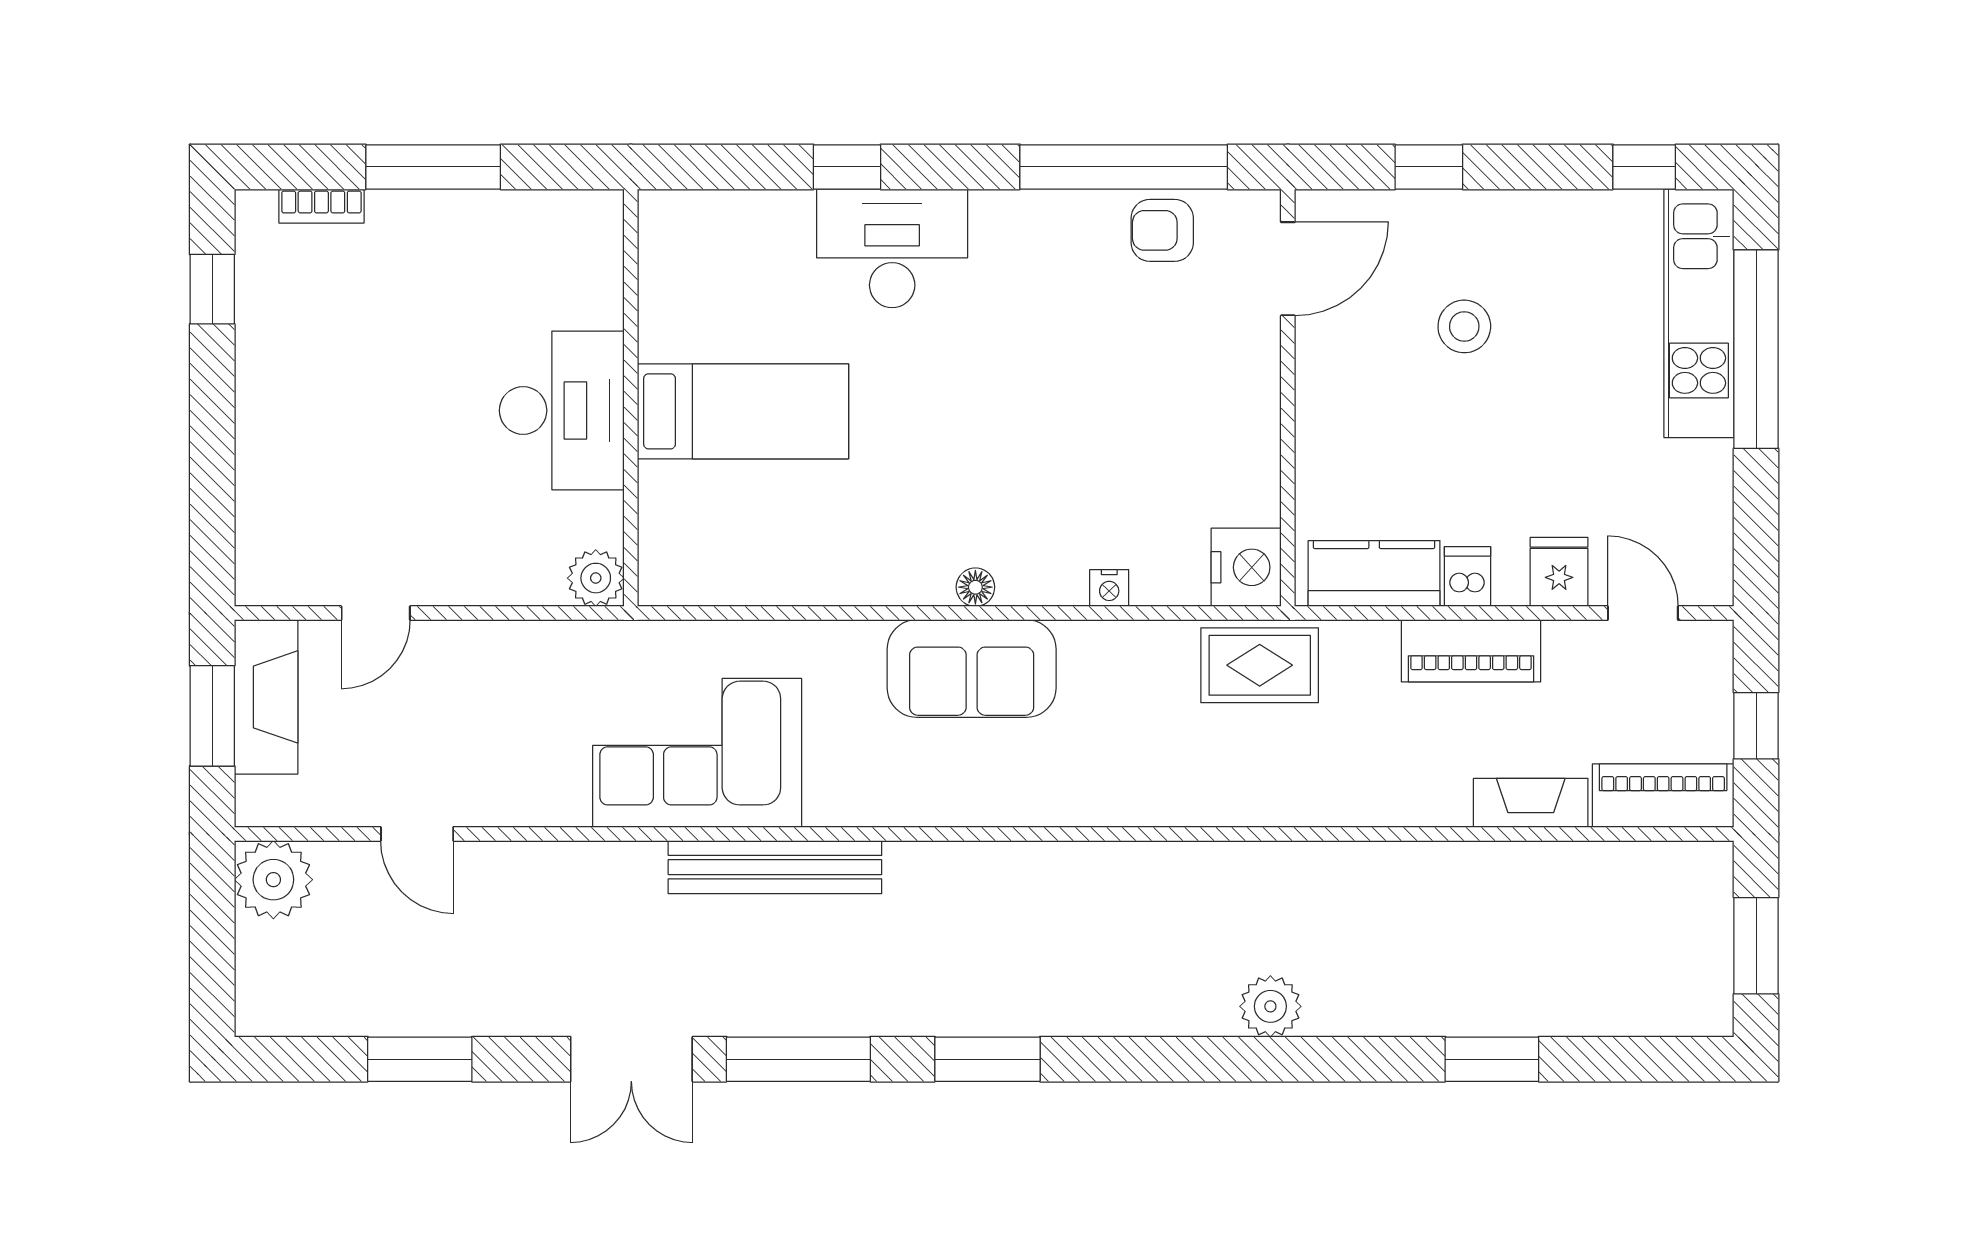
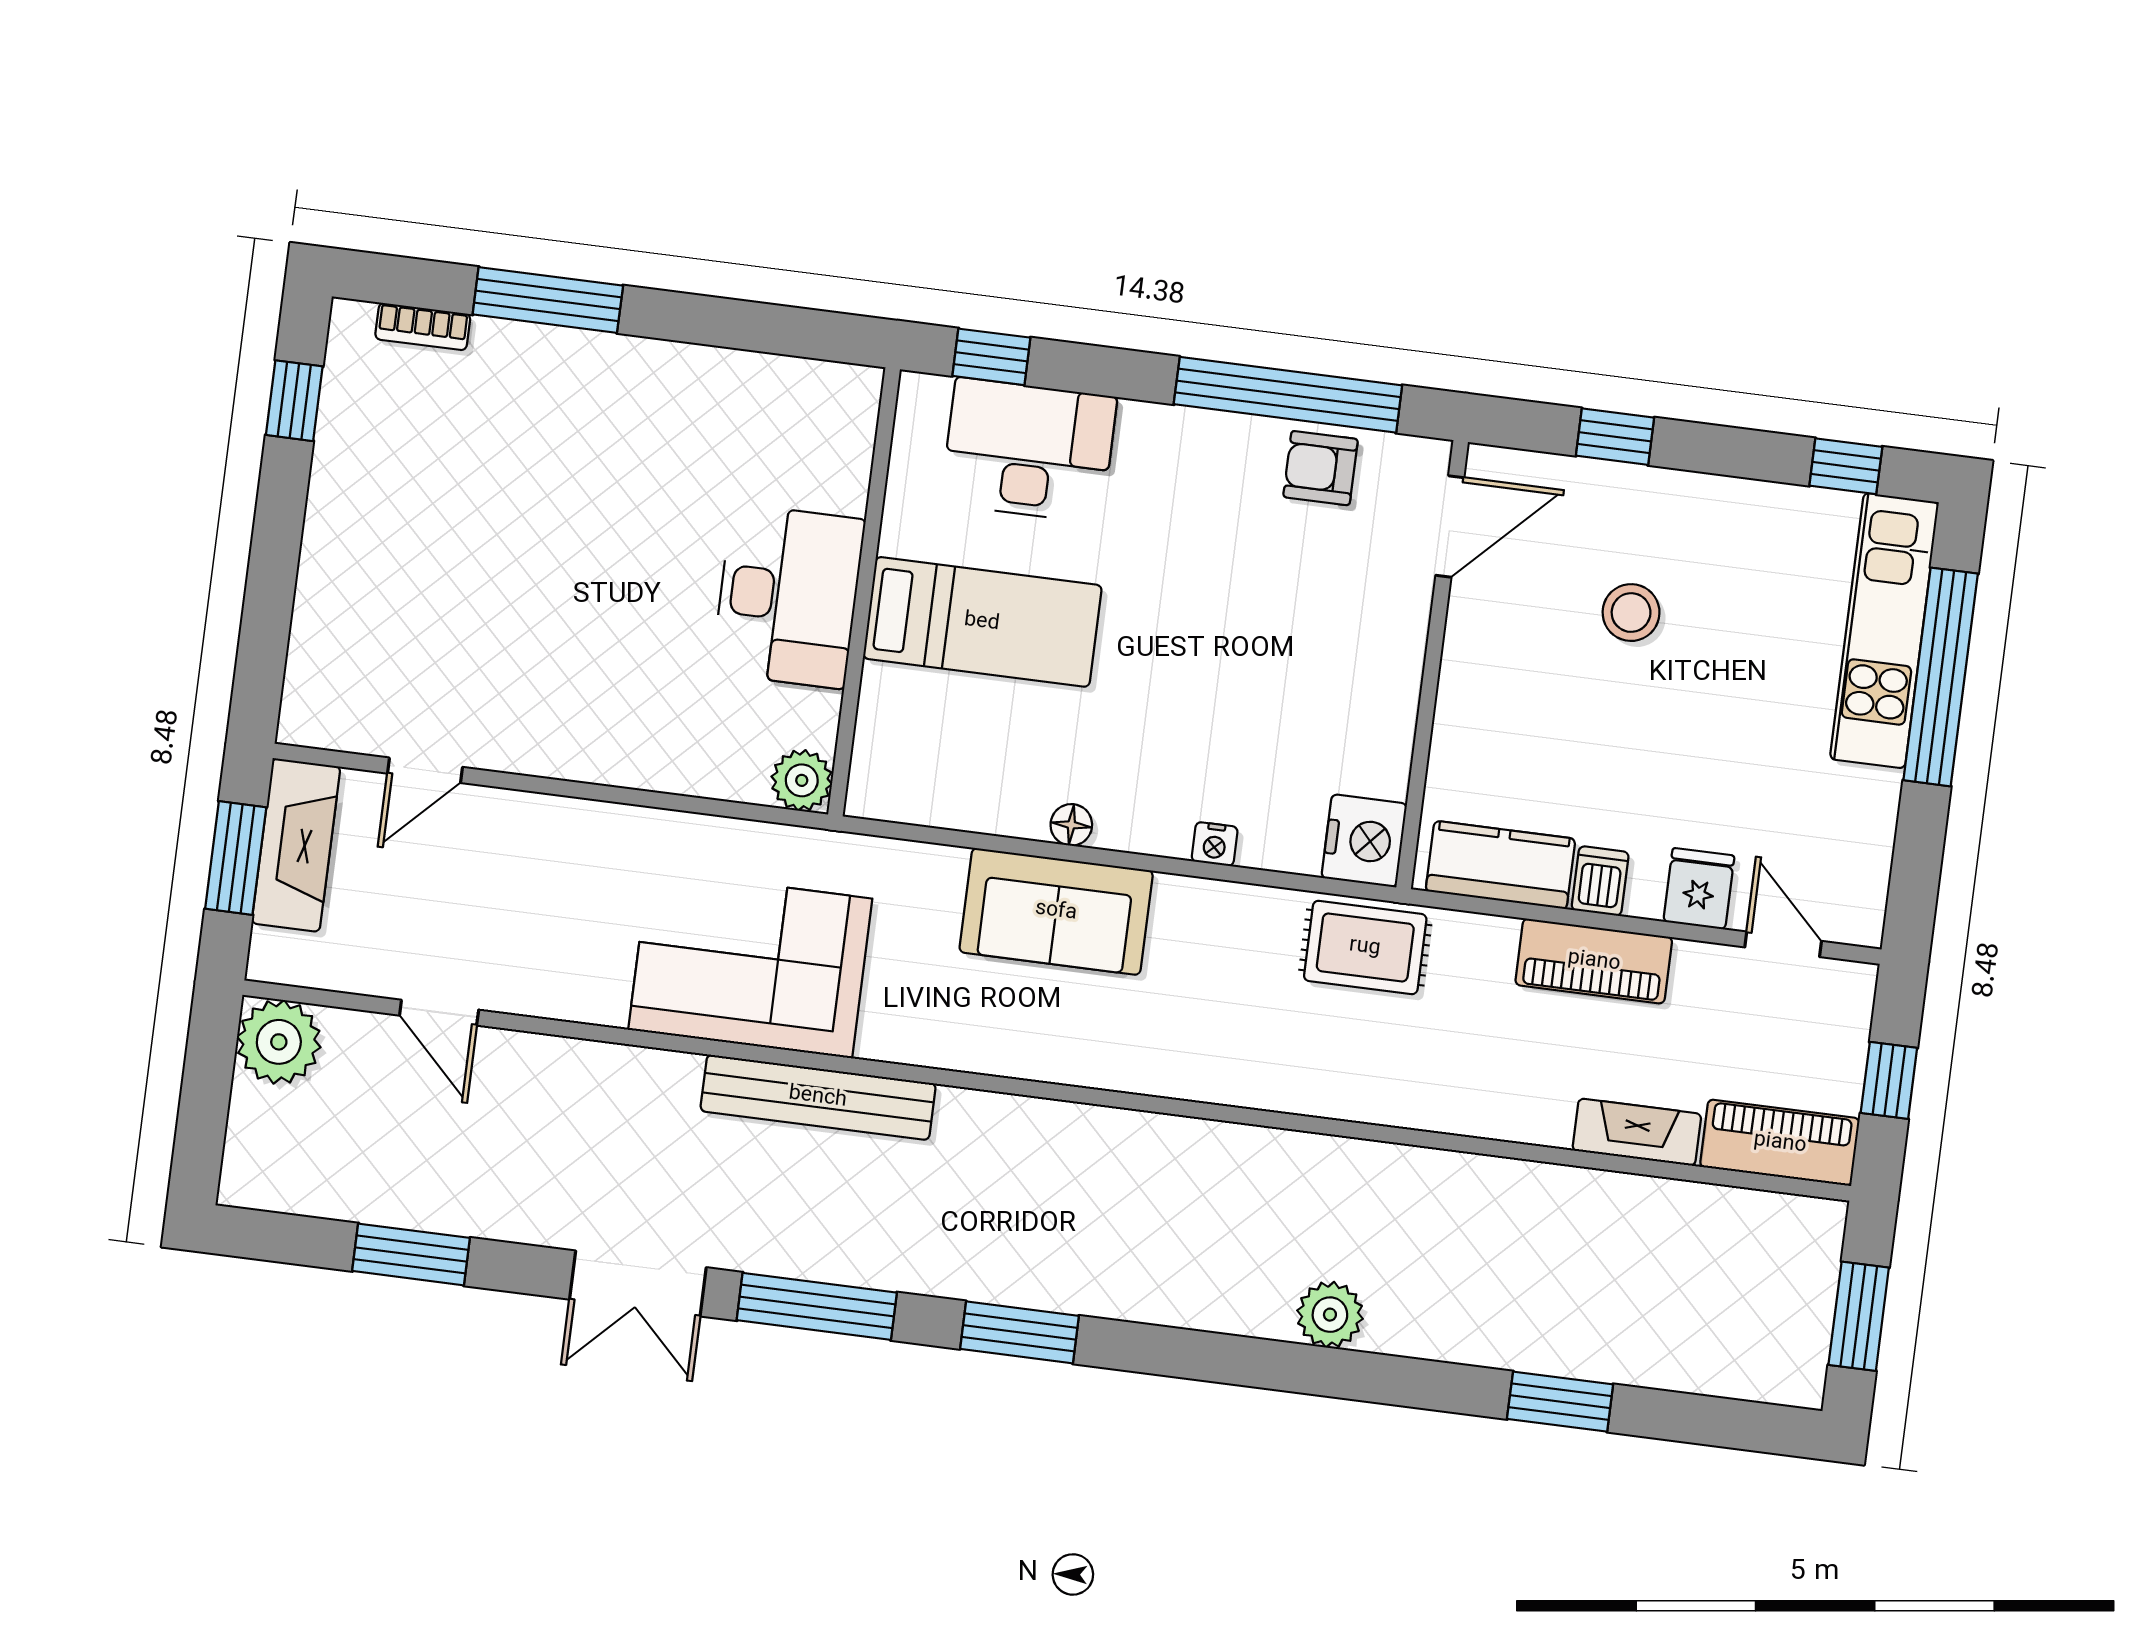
wall: (631, 398) -> (864, 592), moved
desk: (562, 410) -> (788, 596), moved
bed: (743, 411) -> (982, 622), moved
plant: (596, 578) -> (802, 780), moved

